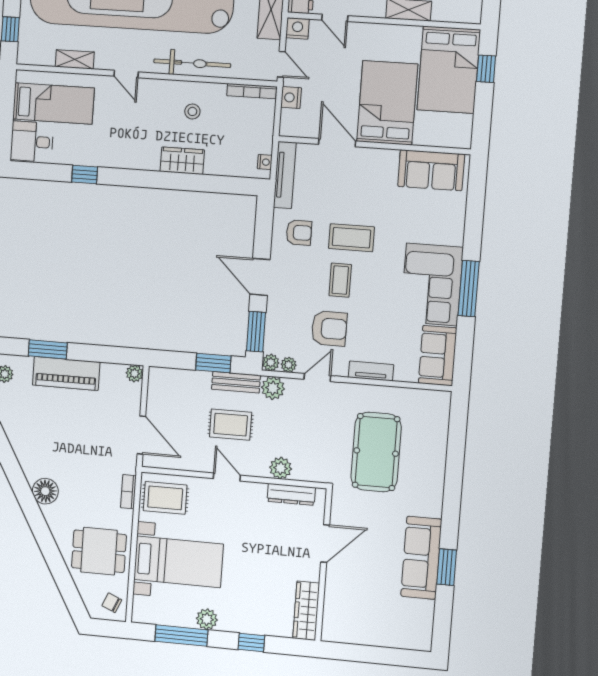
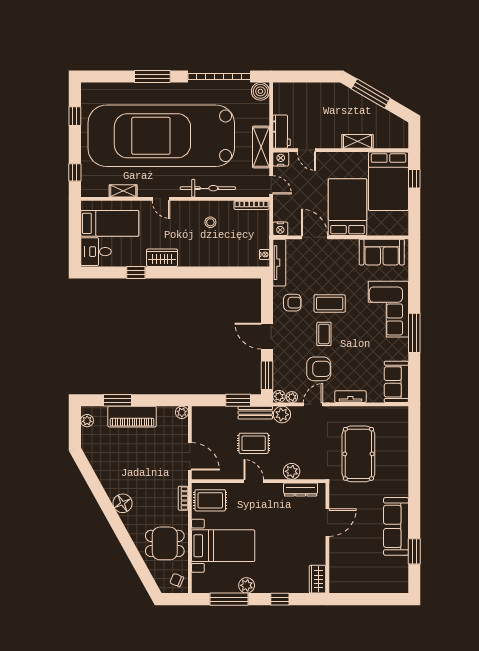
nightstand: (291, 97) -> (280, 229), moved, turned -90
wardrobe: (182, 161) -> (162, 258), moved
corner sofa: (432, 285) -> (388, 309), moved
window: (447, 567) -> (414, 551), moved
wardrobe: (306, 611) -> (317, 579), width x0.67

